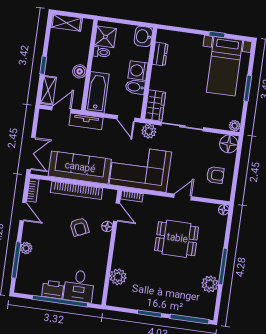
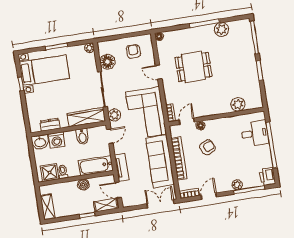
washing machine: (138, 71) -> (57, 140), moved
wardrobe: (155, 105) -> (86, 117), width x1.50
floor lamp: (229, 144) -> (107, 62), moved
dining table: (177, 239) -> (194, 67), turned 90
printer: (53, 290) -> (267, 177), moved

